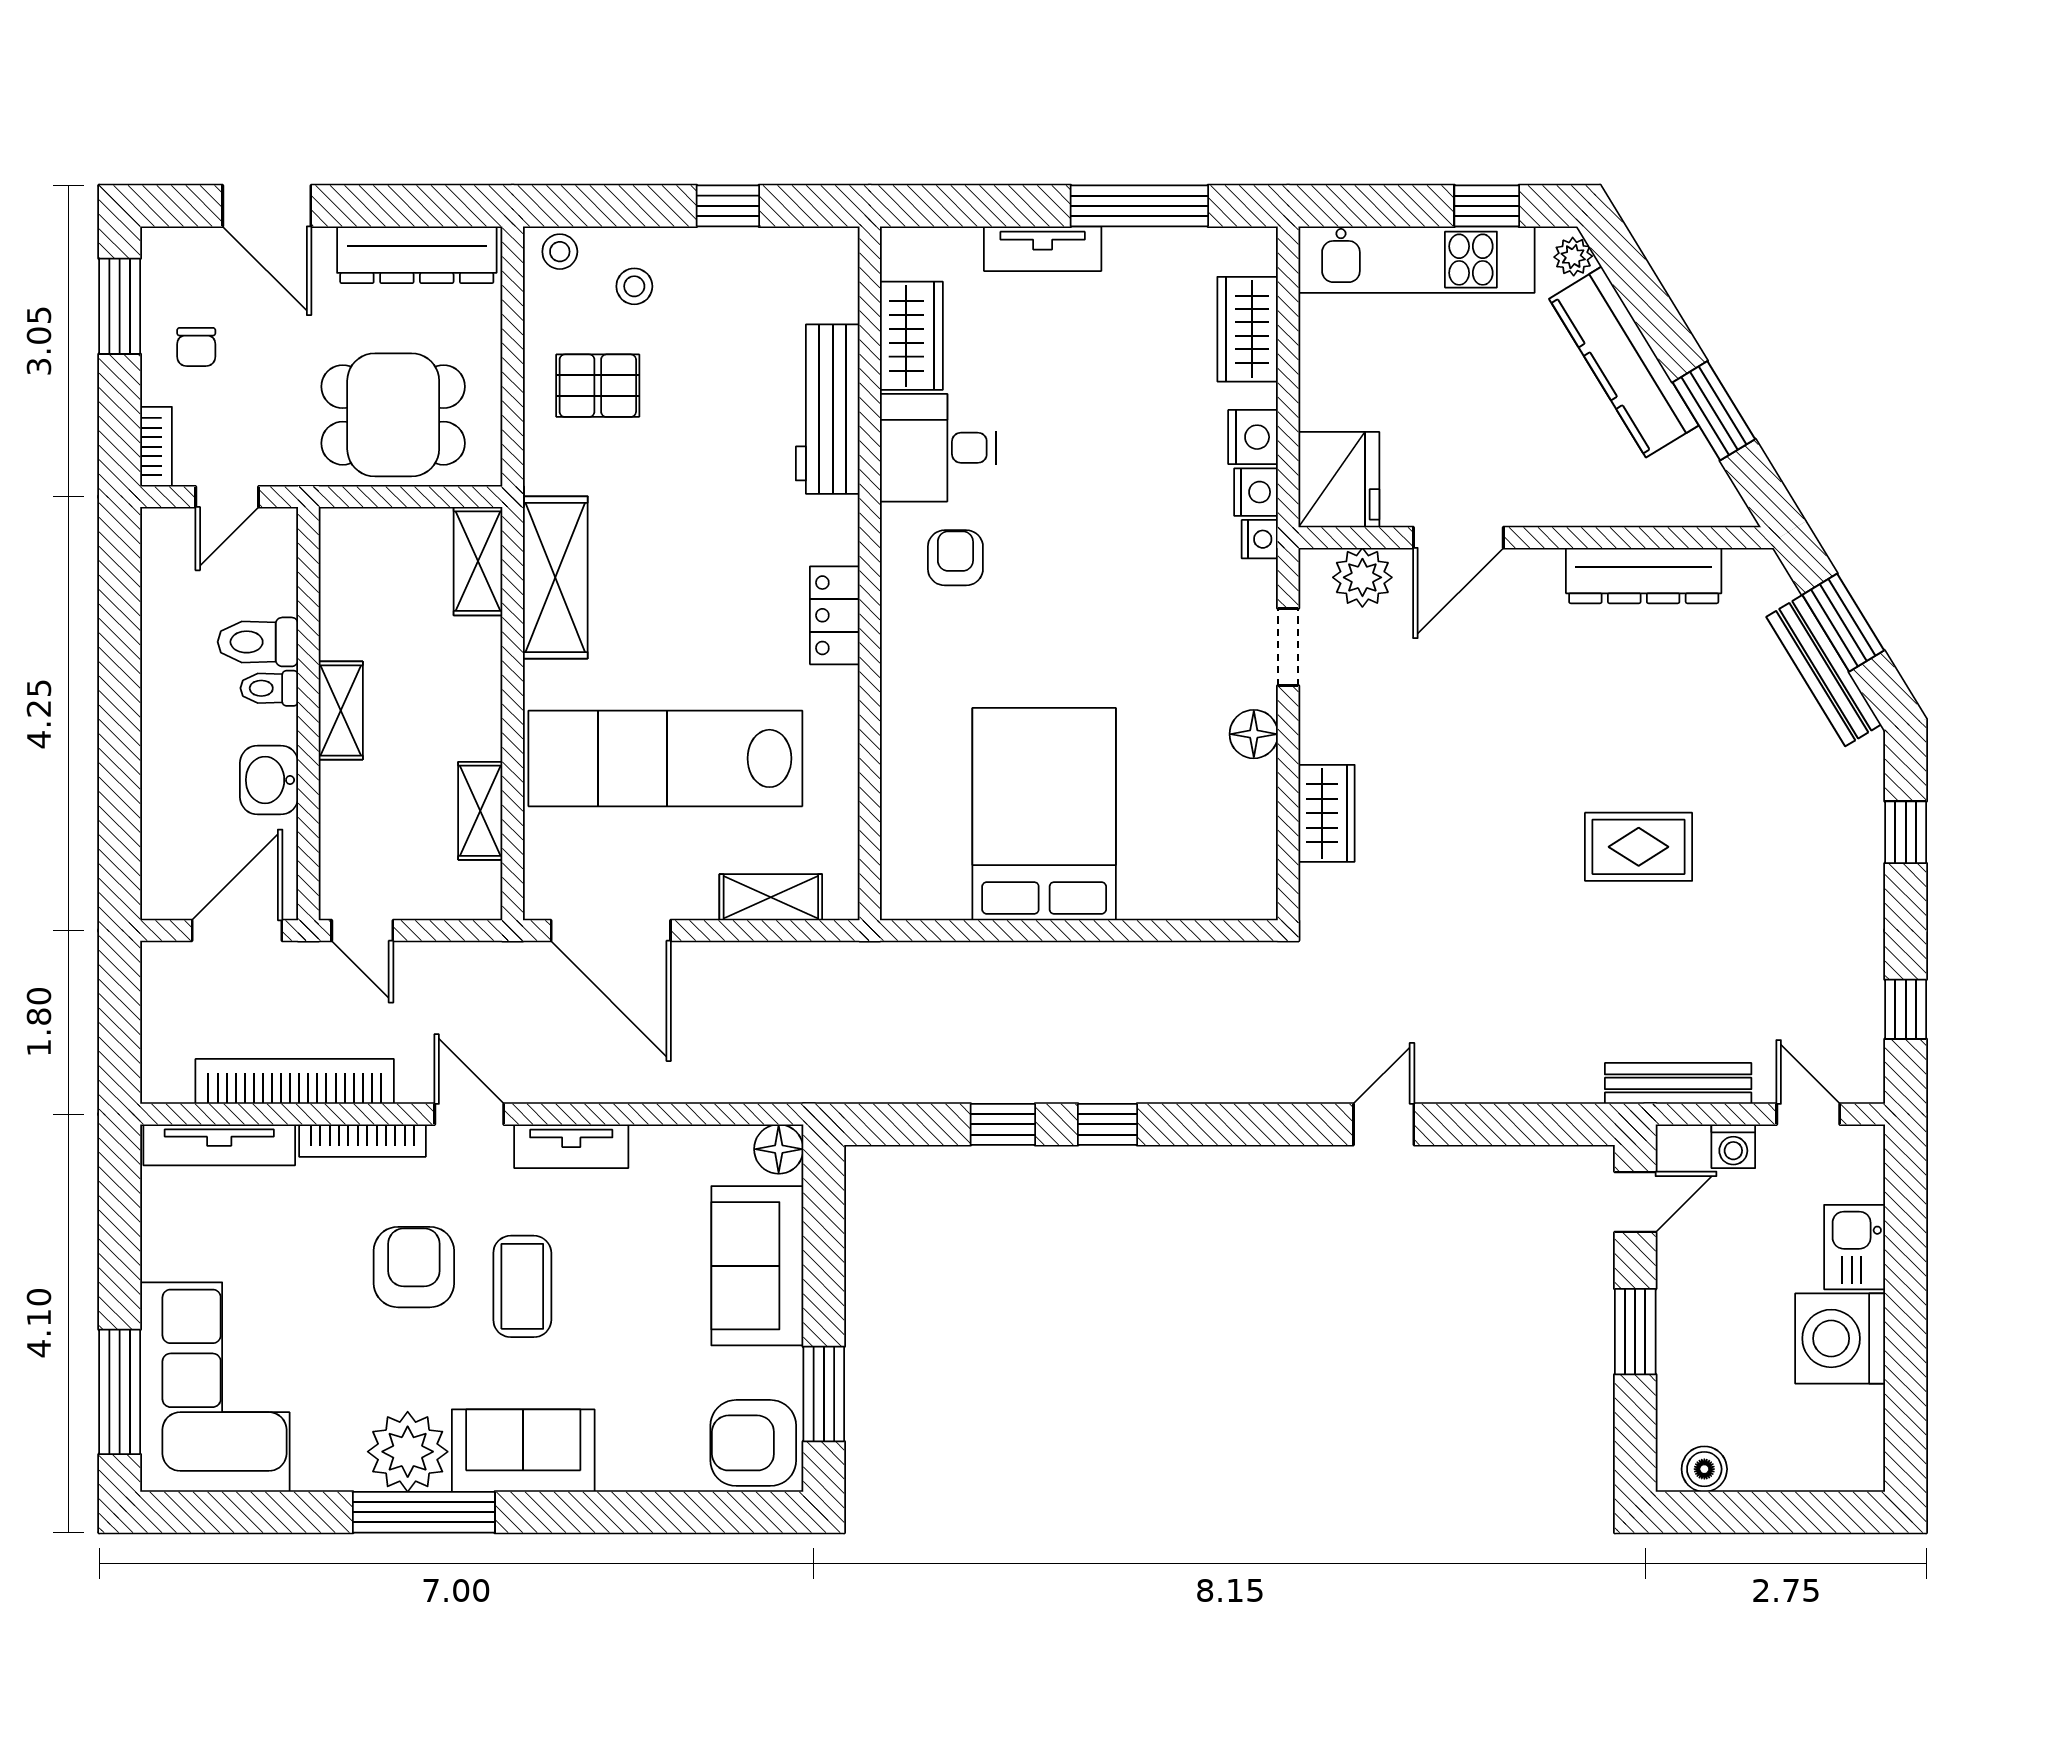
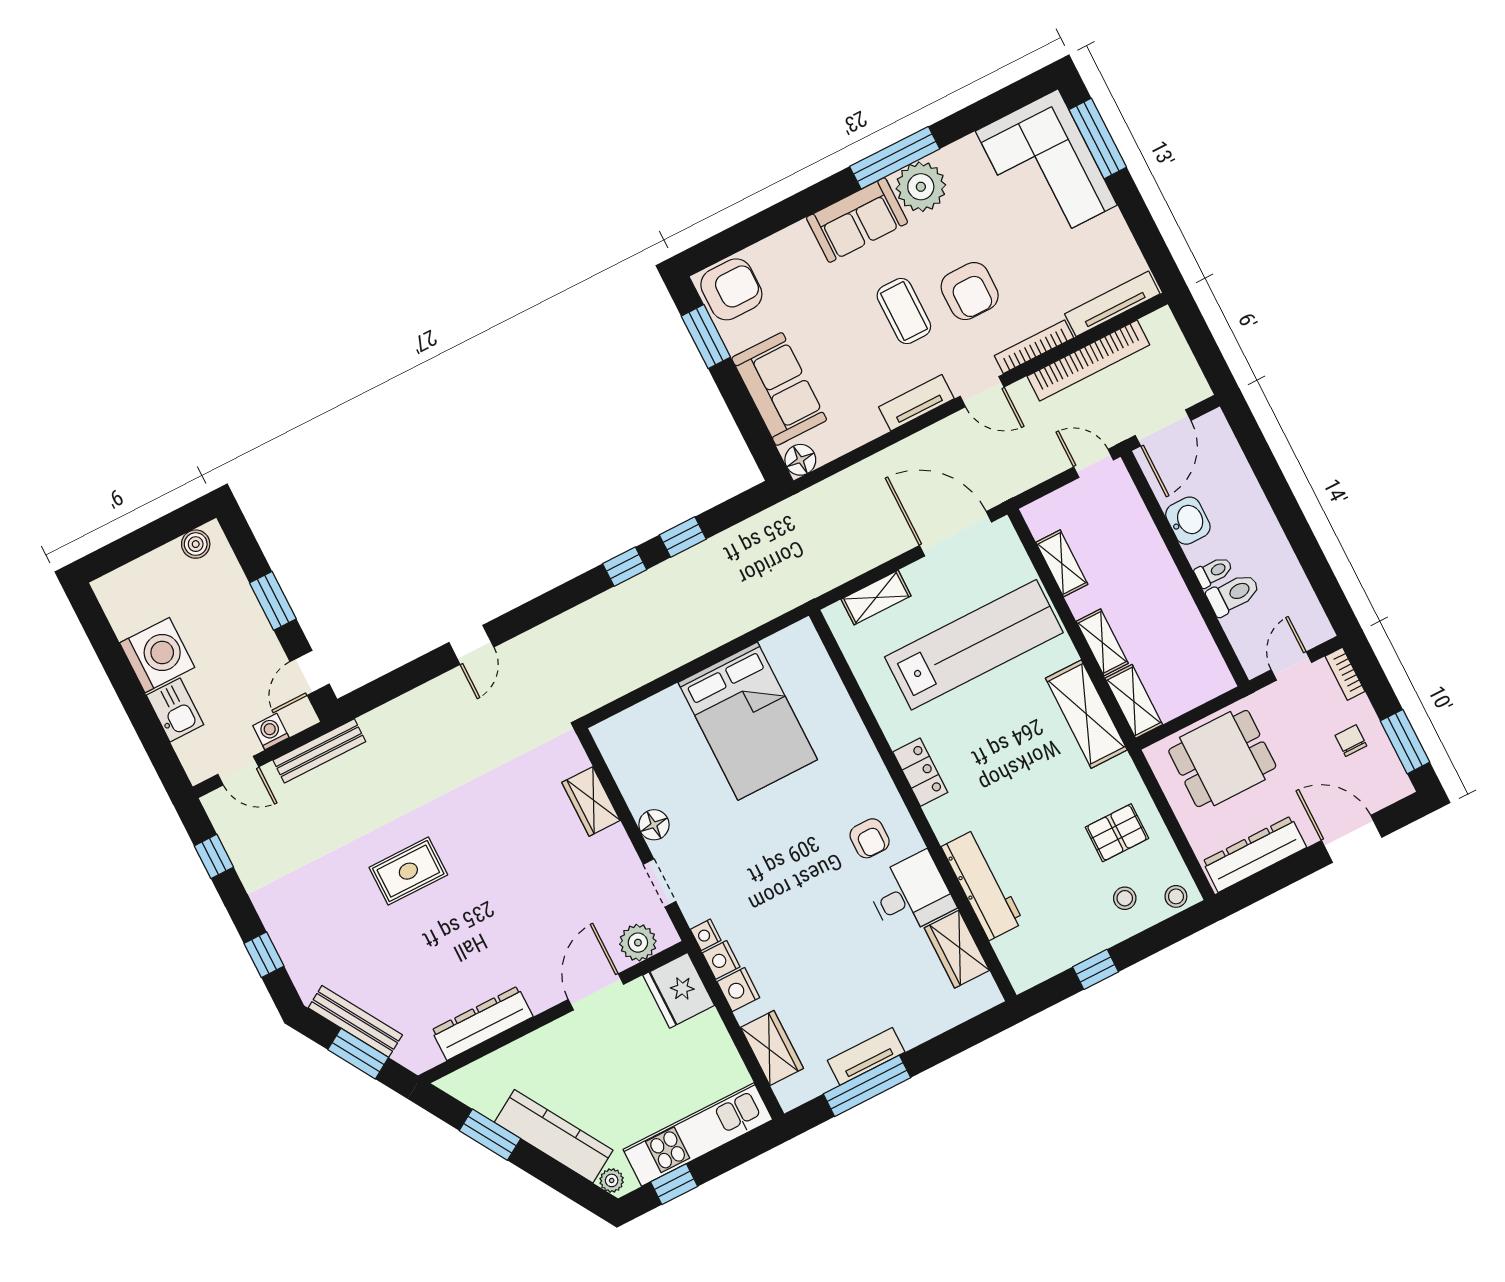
tv unit: (1043, 249) -> (866, 1056), moved
shelving: (341, 710) -> (1102, 642), moved

